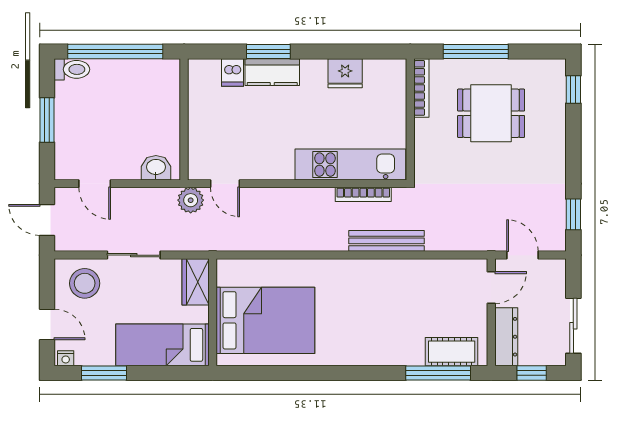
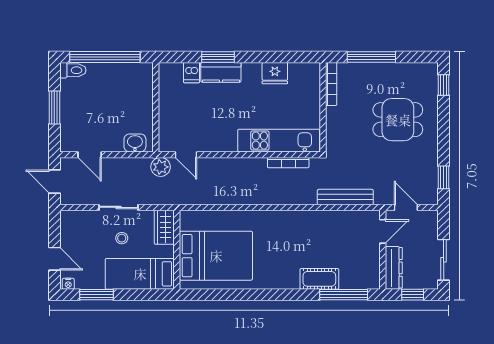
dining table: (491, 113) -> (398, 120), moved
bench: (386, 241) -> (345, 197), moved
stool: (85, 283) -> (122, 238), moved, width x0.53, depth x0.53
cot: (452, 352) -> (319, 279), moved

